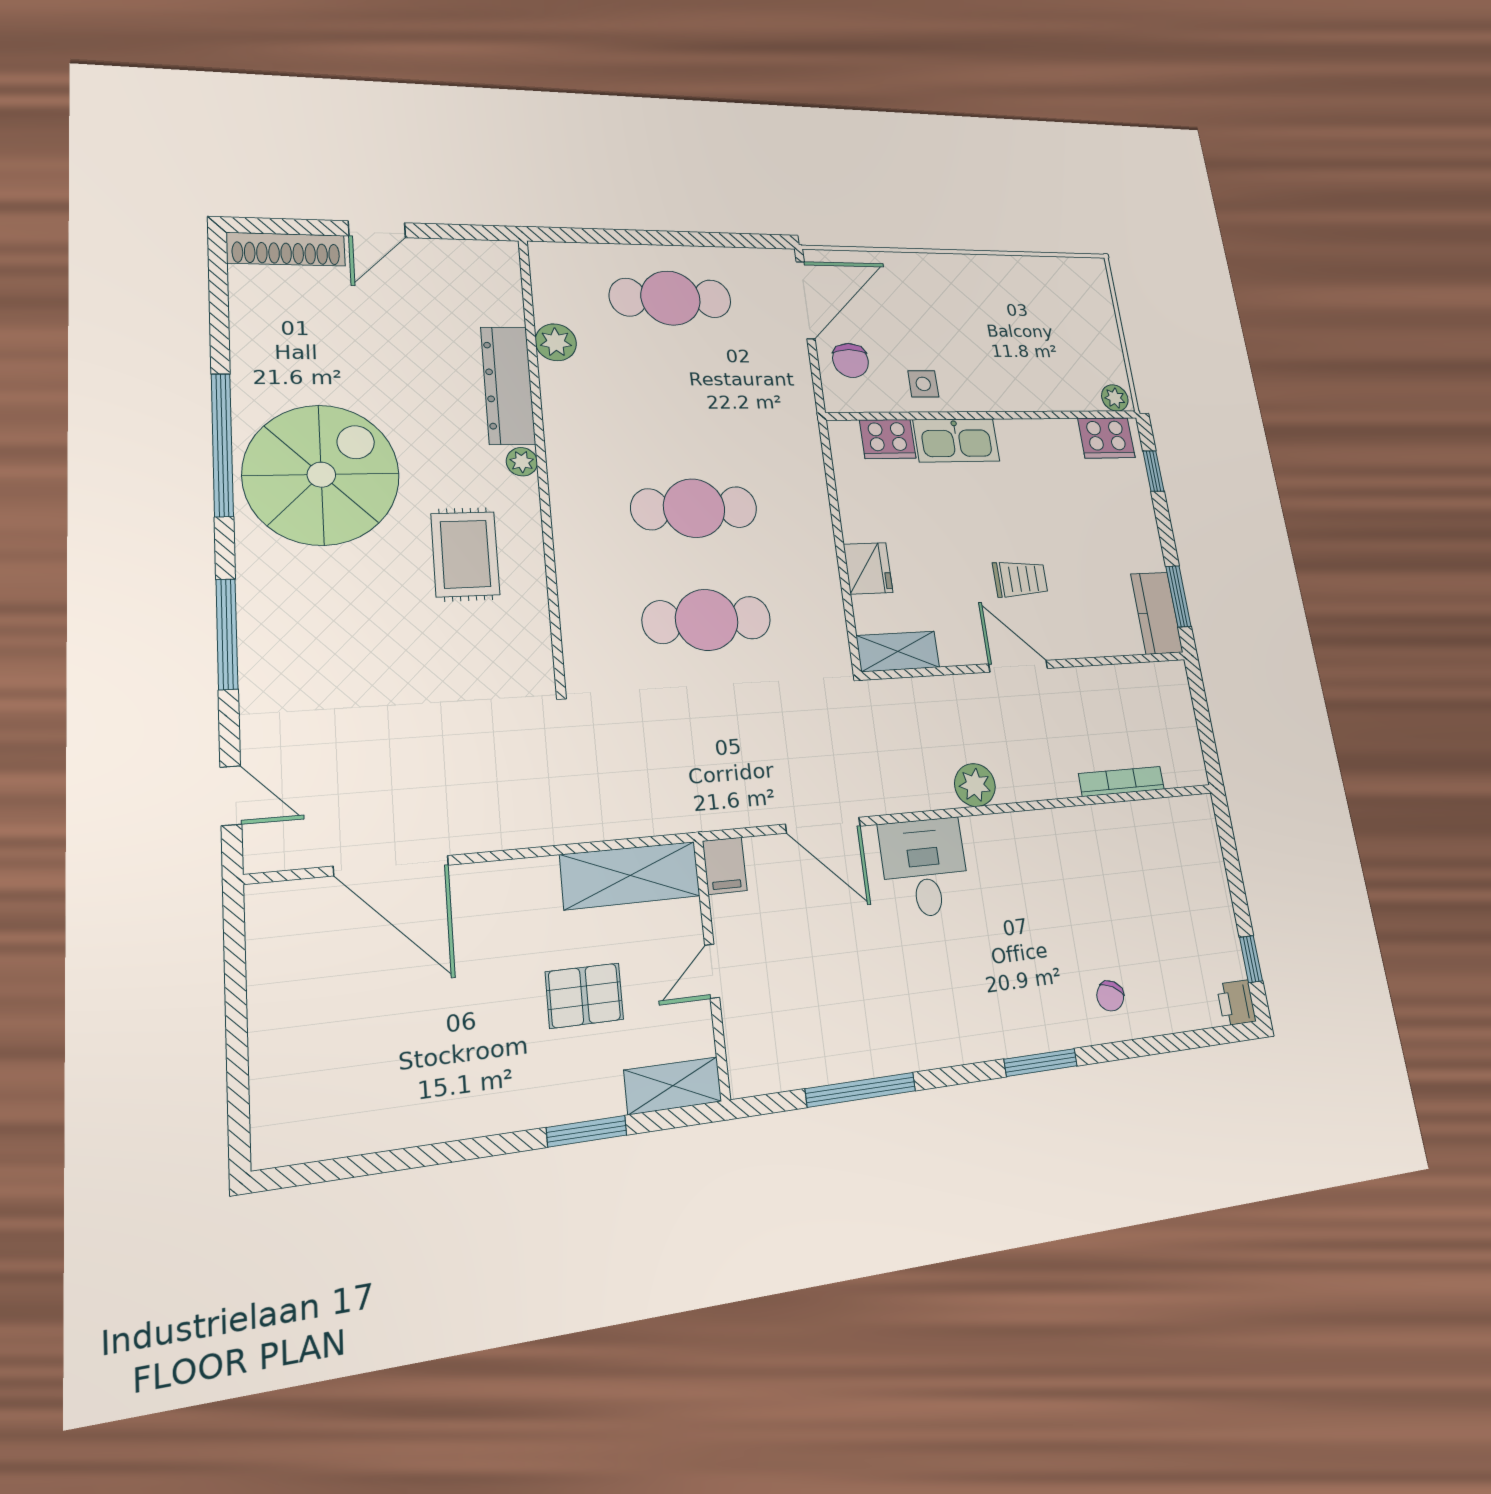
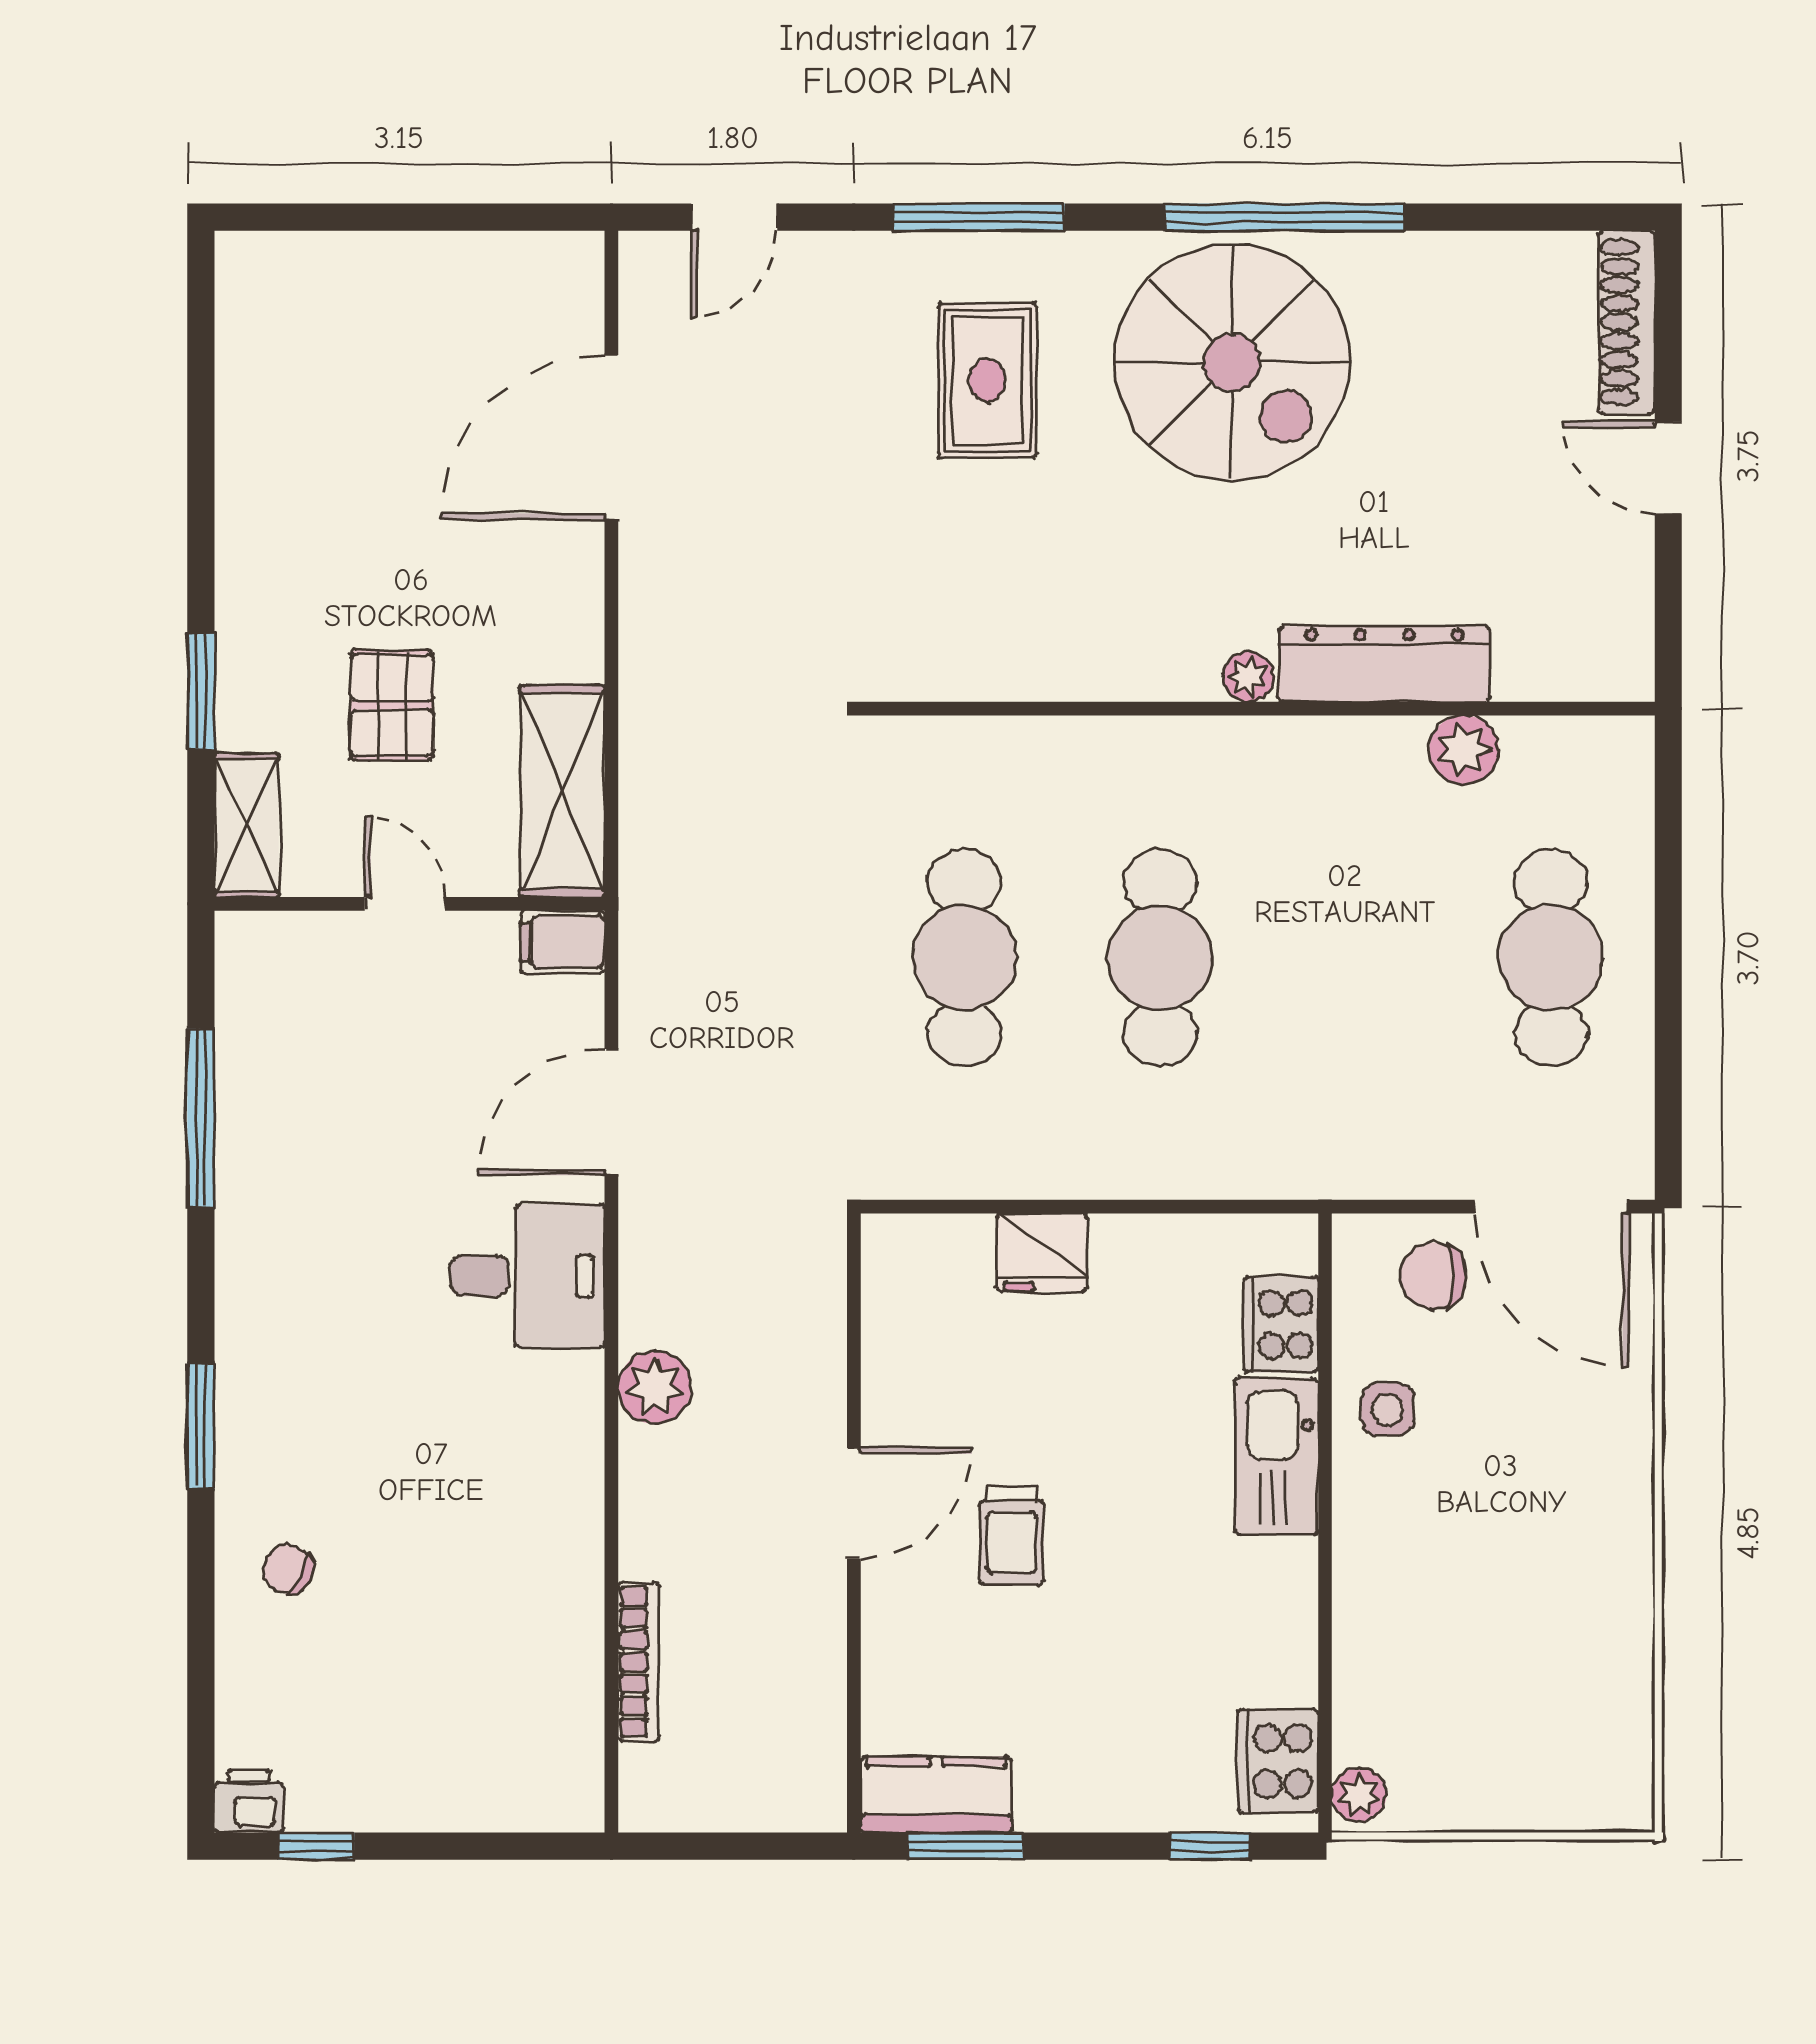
rug: (465, 554) -> (987, 380), moved, turned 90
shelving: (898, 651) -> (893, 1285), removed

